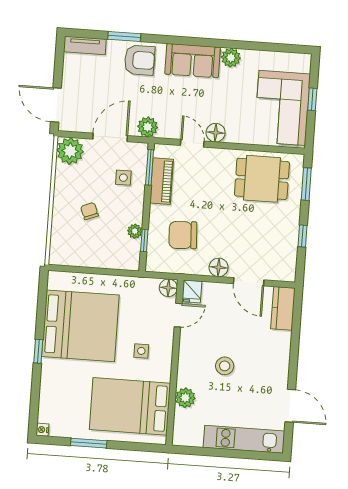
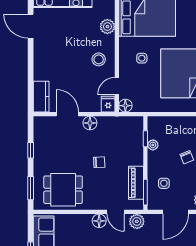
plant: (148, 127) -> (137, 221), moved
chair: (183, 235) -> (99, 162), moved, width x0.54, depth x0.54
stool: (225, 366) -> (99, 59), moved

